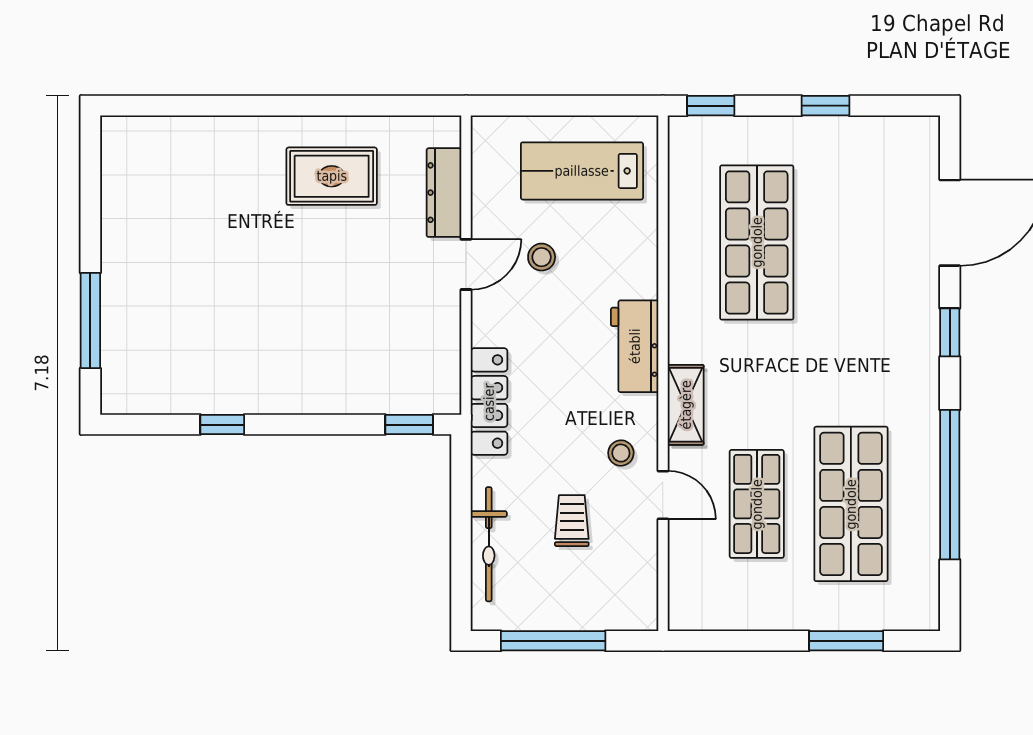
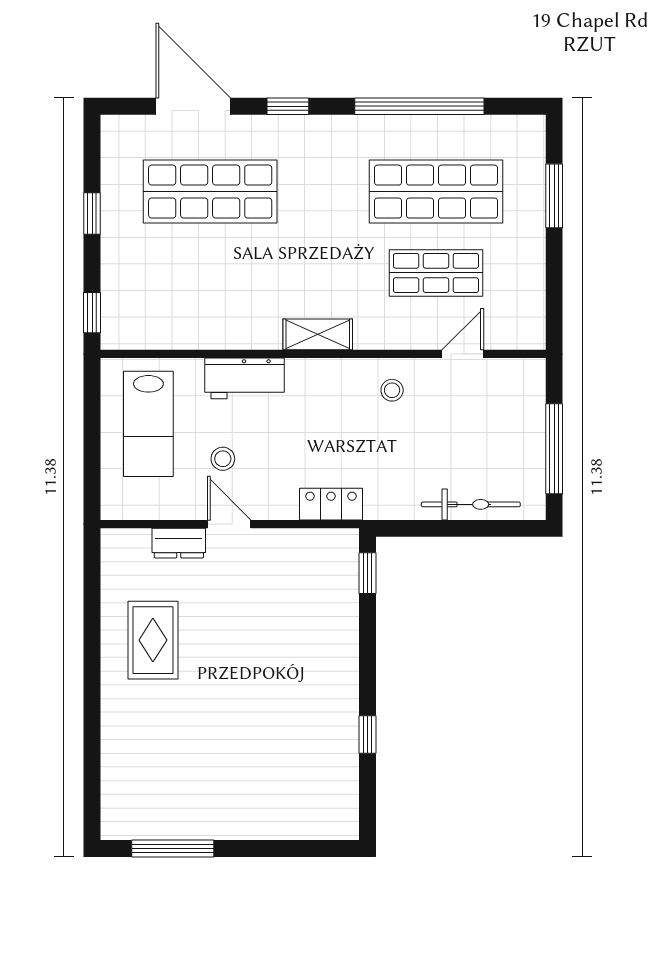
dresser: (444, 193) -> (179, 543), width x0.70
shop shelf: (757, 242) -> (210, 192), moved
window: (90, 320) -> (173, 848), moved
workbench: (635, 346) -> (244, 378), moved
locker: (489, 402) -> (331, 504), width x0.66
shelving: (686, 405) -> (318, 334), moved
door: (663, 495) -> (463, 354), moved
trolley: (572, 521) -> (450, 433), removed

